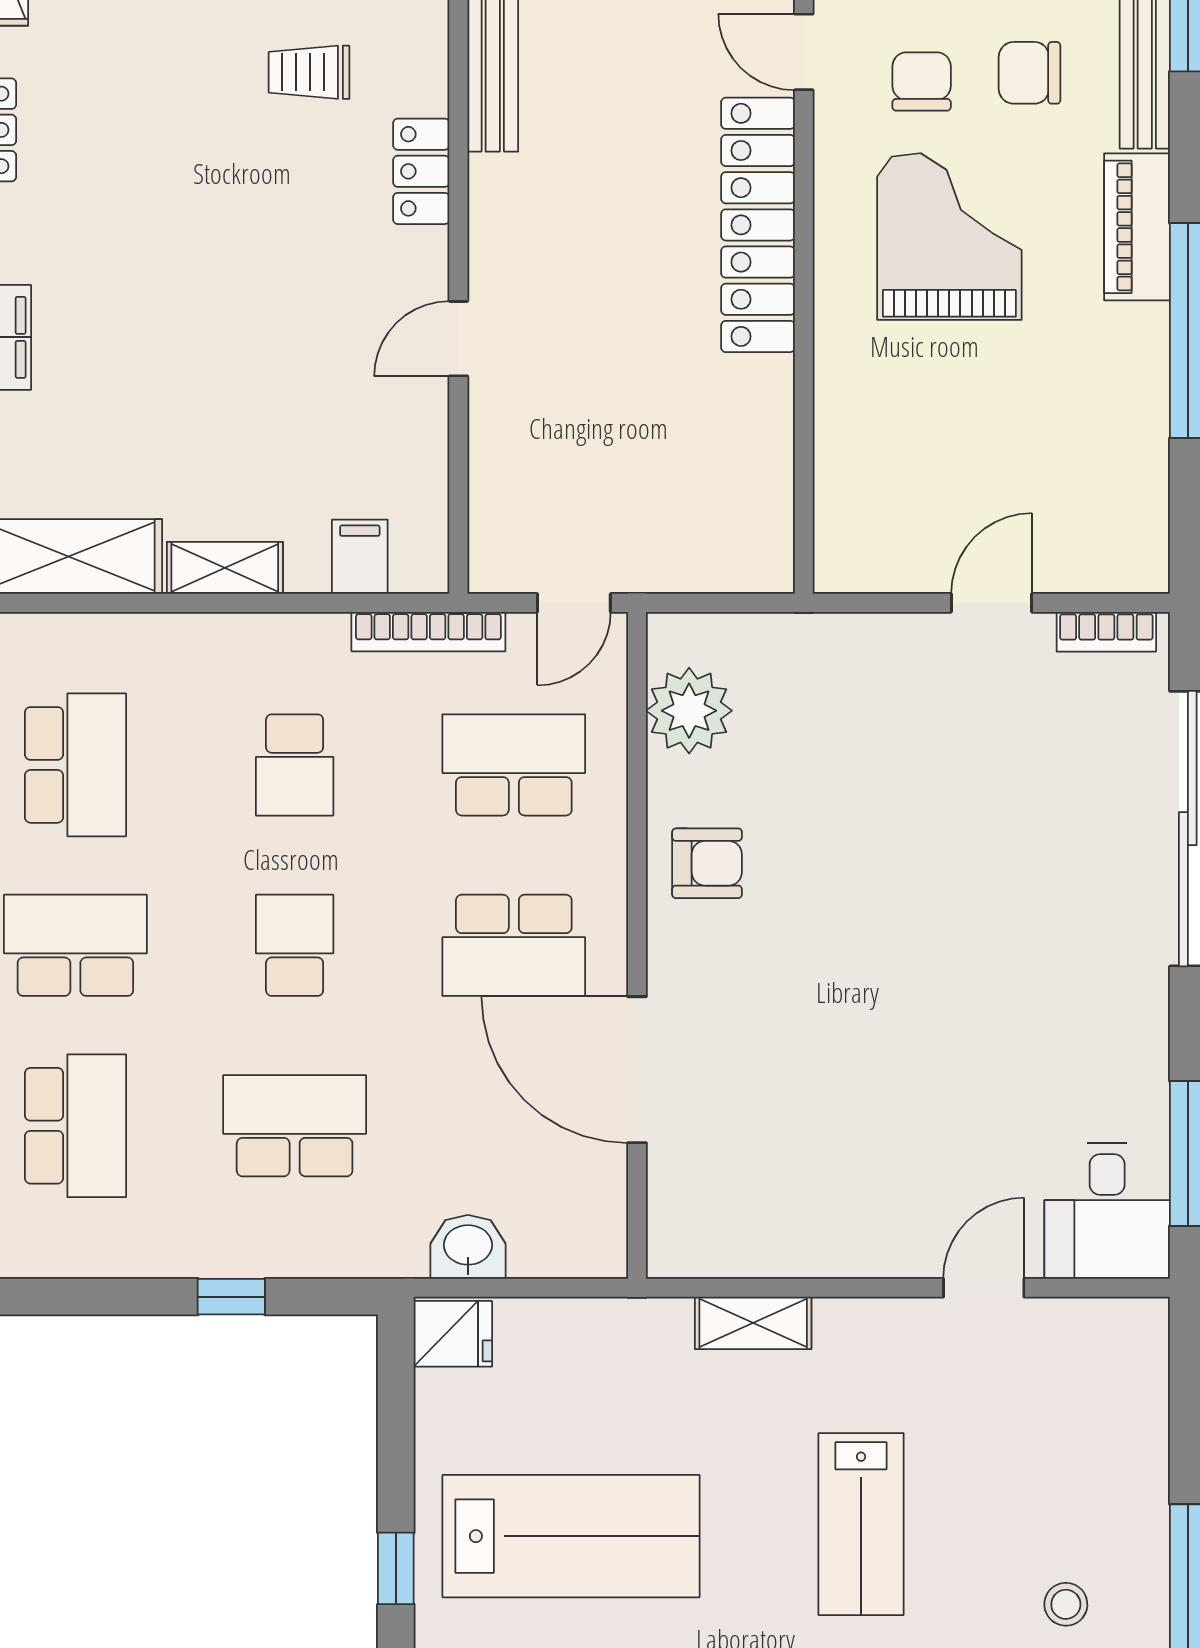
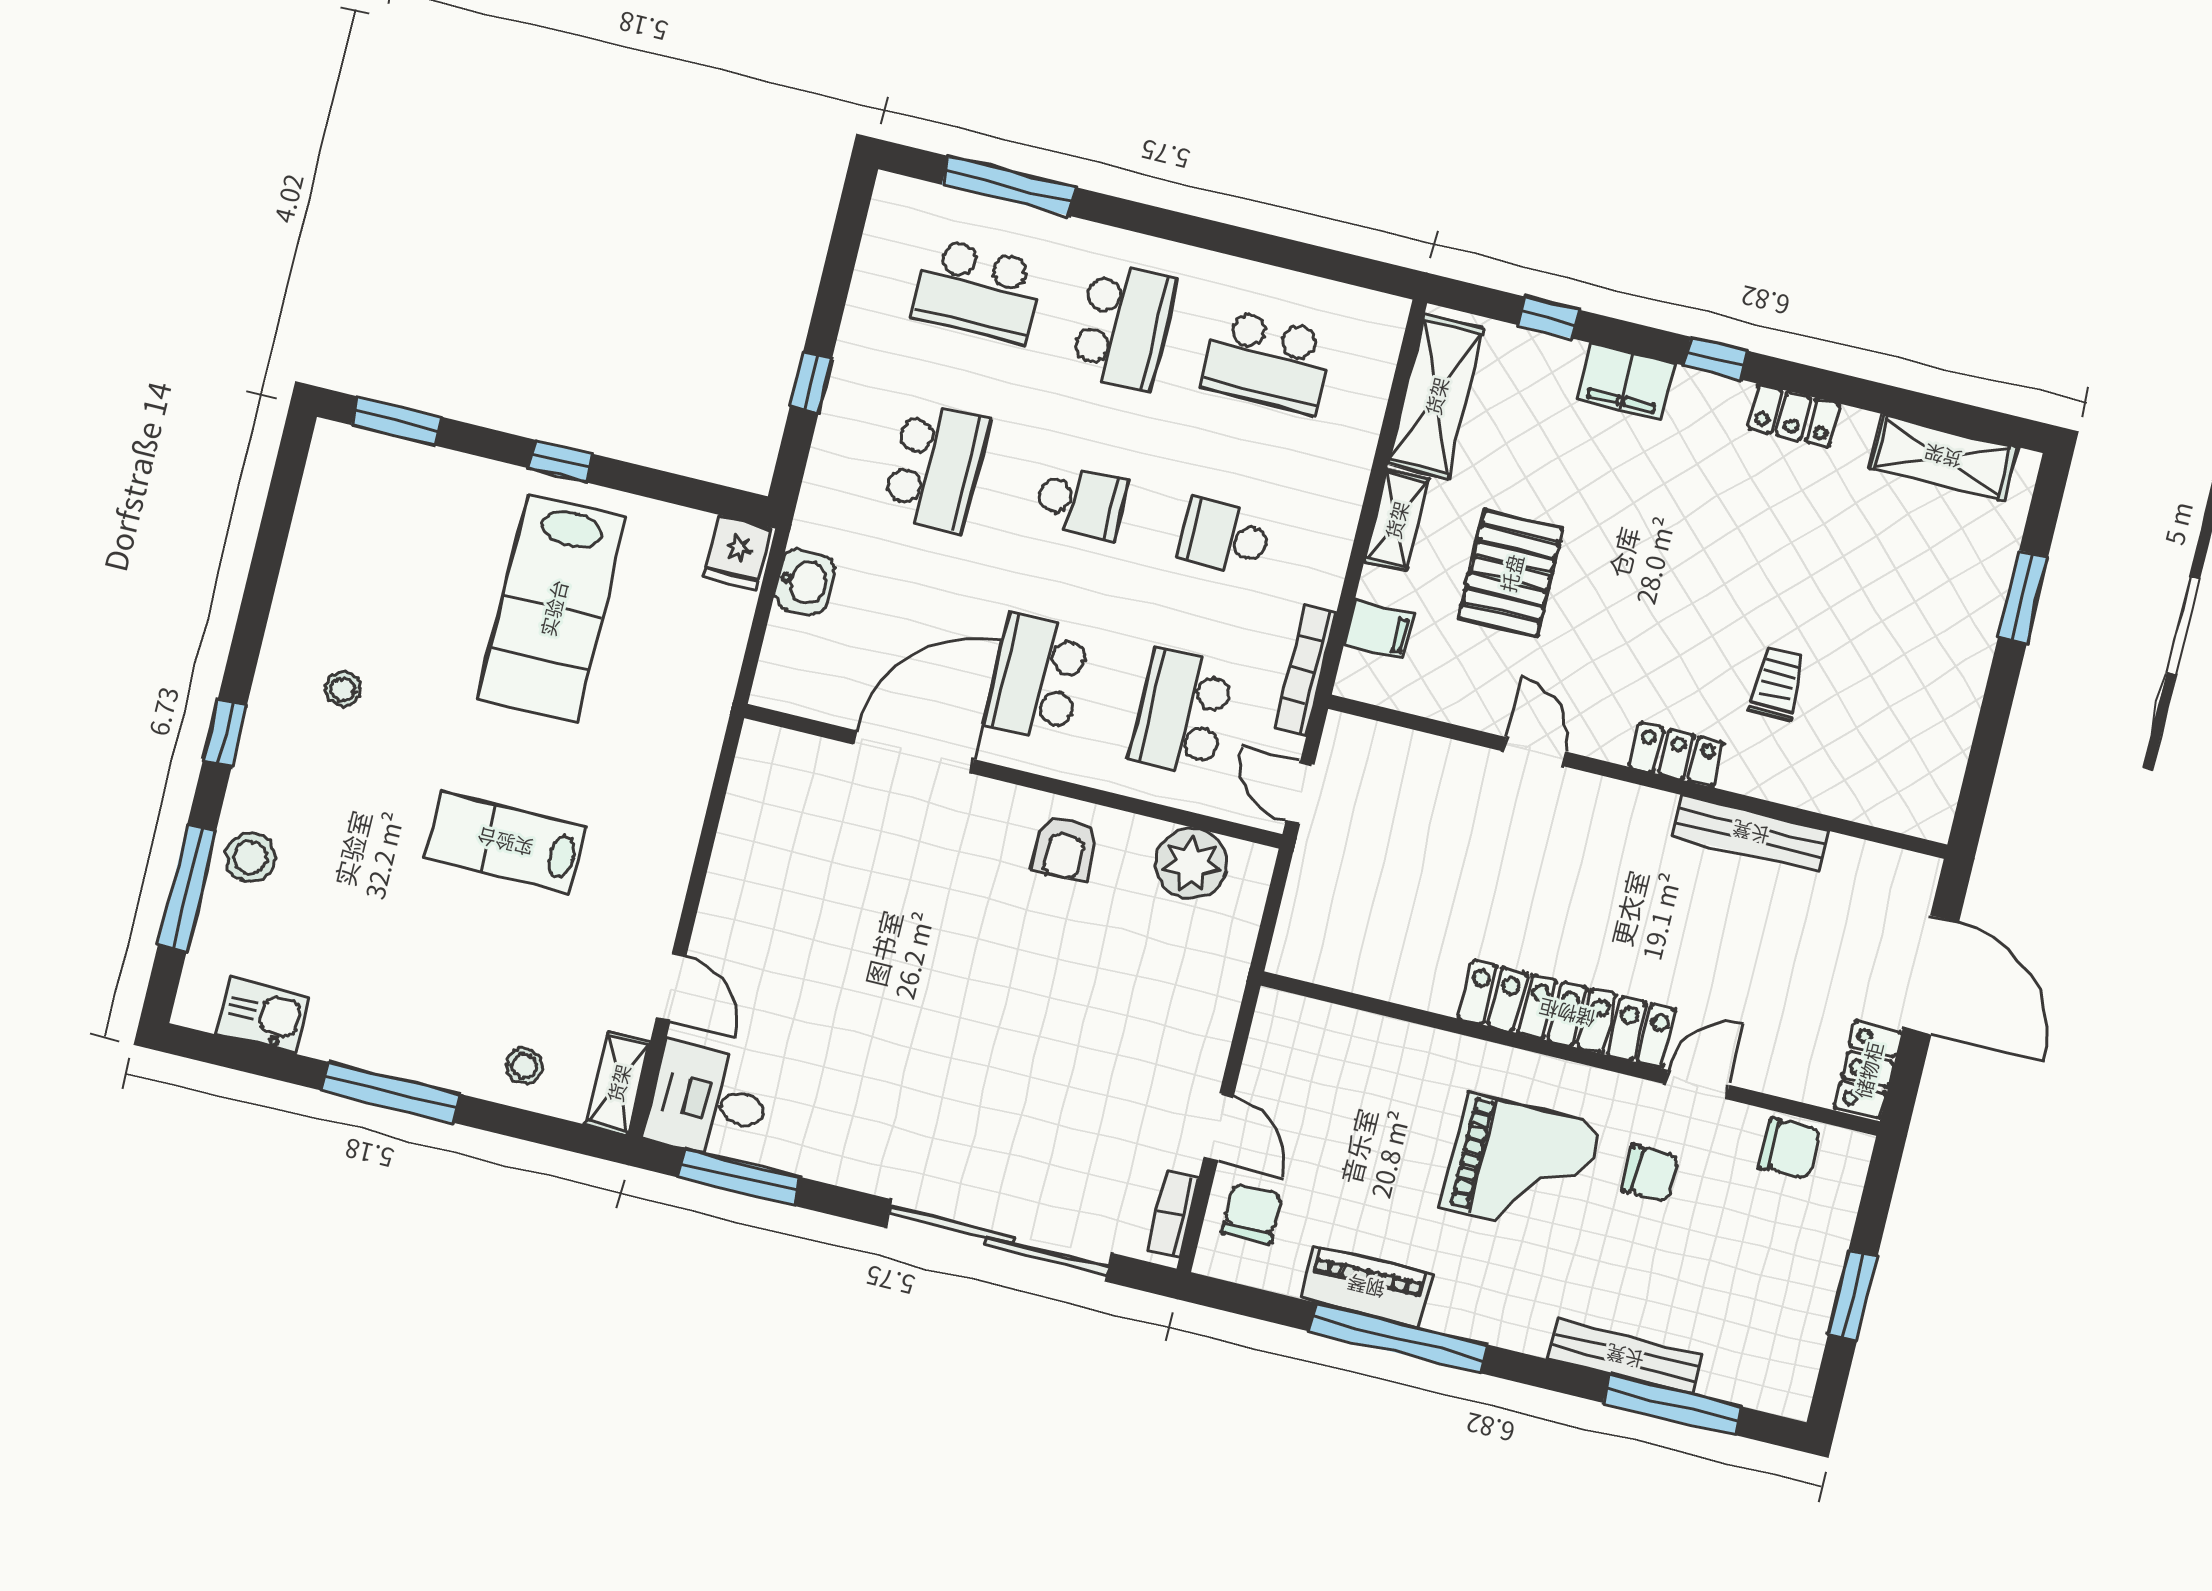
chair: (1030, 73) -> (1252, 1213), moved
piano: (1137, 227) -> (1366, 1287), moved
pallet: (255, 418) -> (1511, 573), added
school desk: (514, 765) -> (1182, 713), turned 180
shelving: (753, 1323) -> (618, 1083), moved
stool: (1066, 1604) -> (525, 1066), moved

